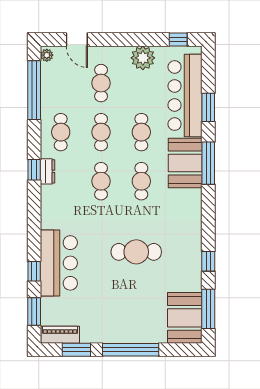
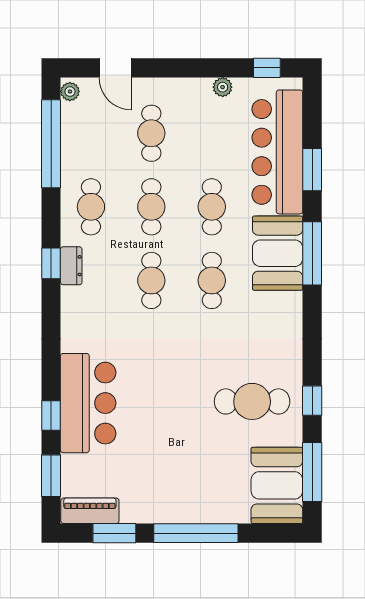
plant: (143, 58) -> (223, 87), width x0.53, depth x0.53
cafe table: (136, 252) -> (252, 401), moved

